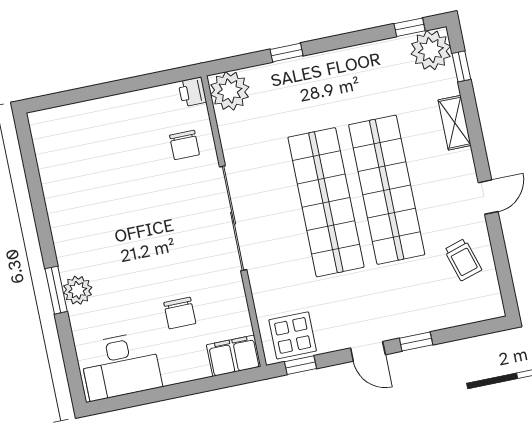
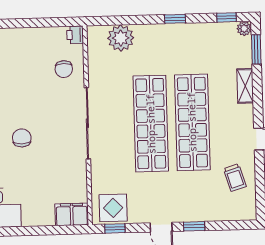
plant: (431, 50) -> (244, 29), width x0.53, depth x0.53
window: (287, 53) -> (175, 19), moved
window: (461, 66) -> (256, 49), width x1.50
plant: (230, 91) -> (121, 38), moved
chair: (180, 313) -> (22, 138), moved, turned 180

